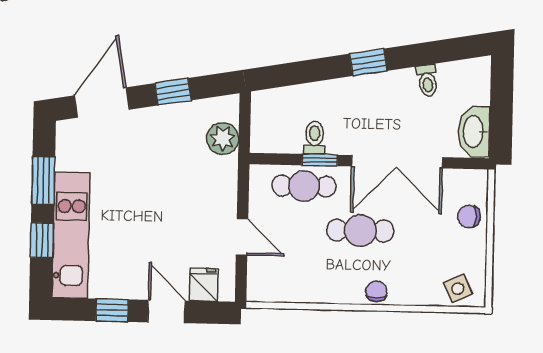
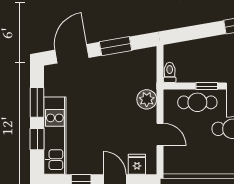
window: (173, 92) -> (115, 46), width x1.50
toilet: (315, 138) -> (170, 72), moved
plant: (223, 139) -> (147, 99), moved

